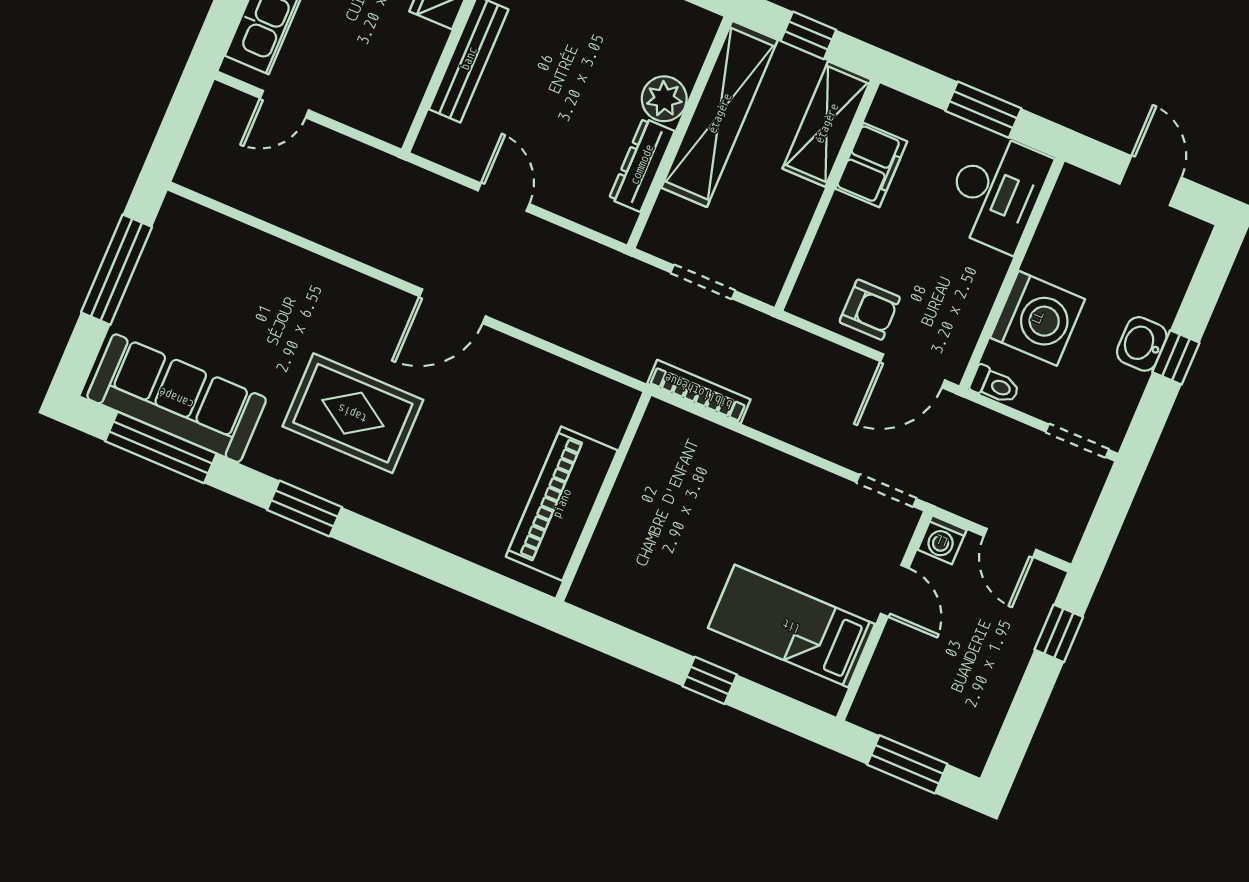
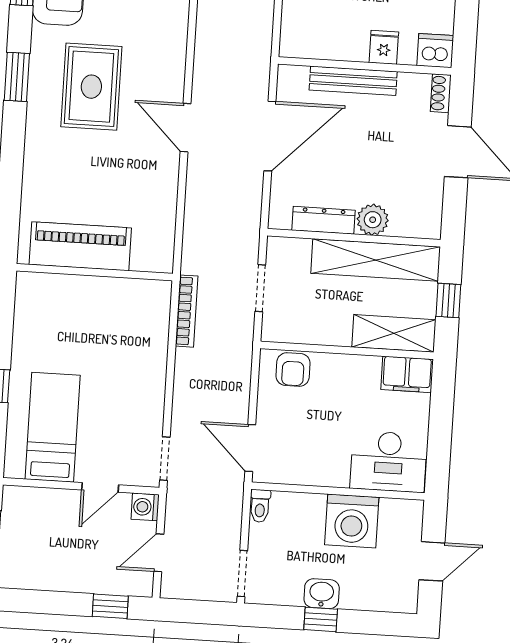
window: (983, 110) -> (440, 434), removed
filing cabinet: (871, 165) -> (407, 374), moved
door: (504, 197) -> (270, 136), width x1.88
armchair: (870, 310) -> (293, 369), moved
washing machine: (1038, 318) -> (352, 521), moved

